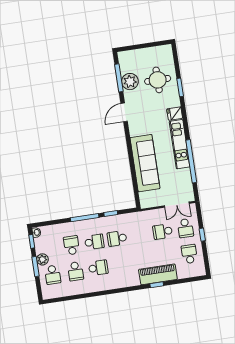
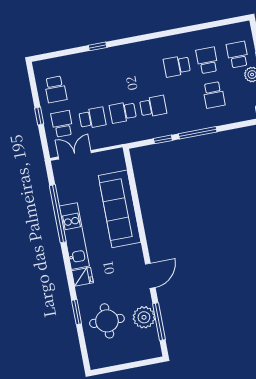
school desk: (94, 242) -> (123, 112), moved
piano: (158, 274) -> (97, 60), removed

